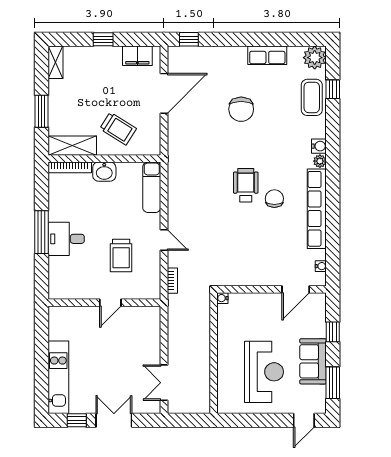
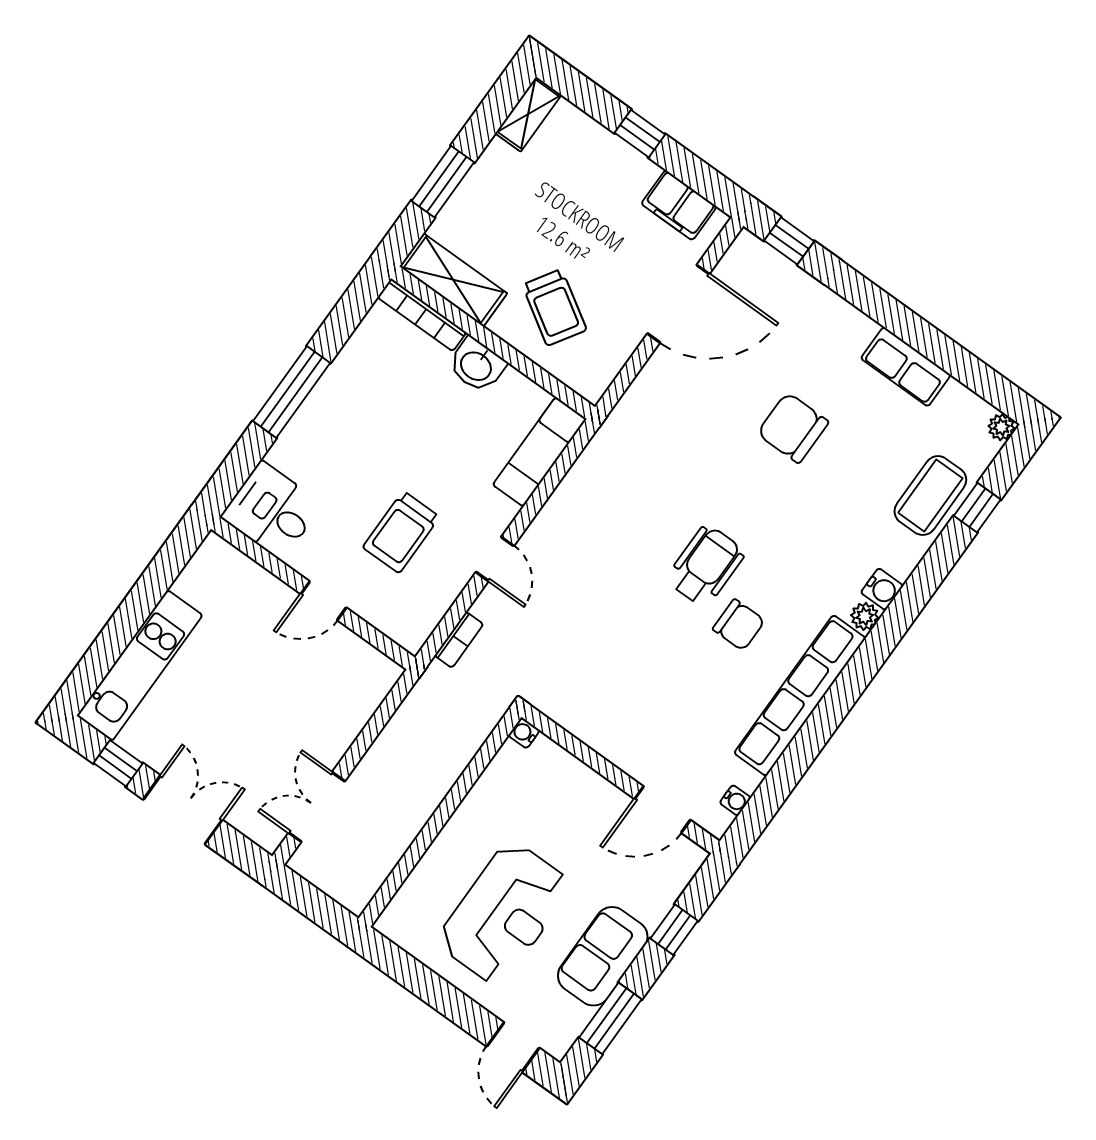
plant: (315, 58) -> (1001, 427), width x0.53, depth x0.53
chair: (241, 109) -> (793, 428), turned 90
chair: (274, 199) -> (739, 625), turned 90
desk: (66, 239) -> (272, 511), moved
door: (304, 420) -> (513, 1047), hinge flipped

